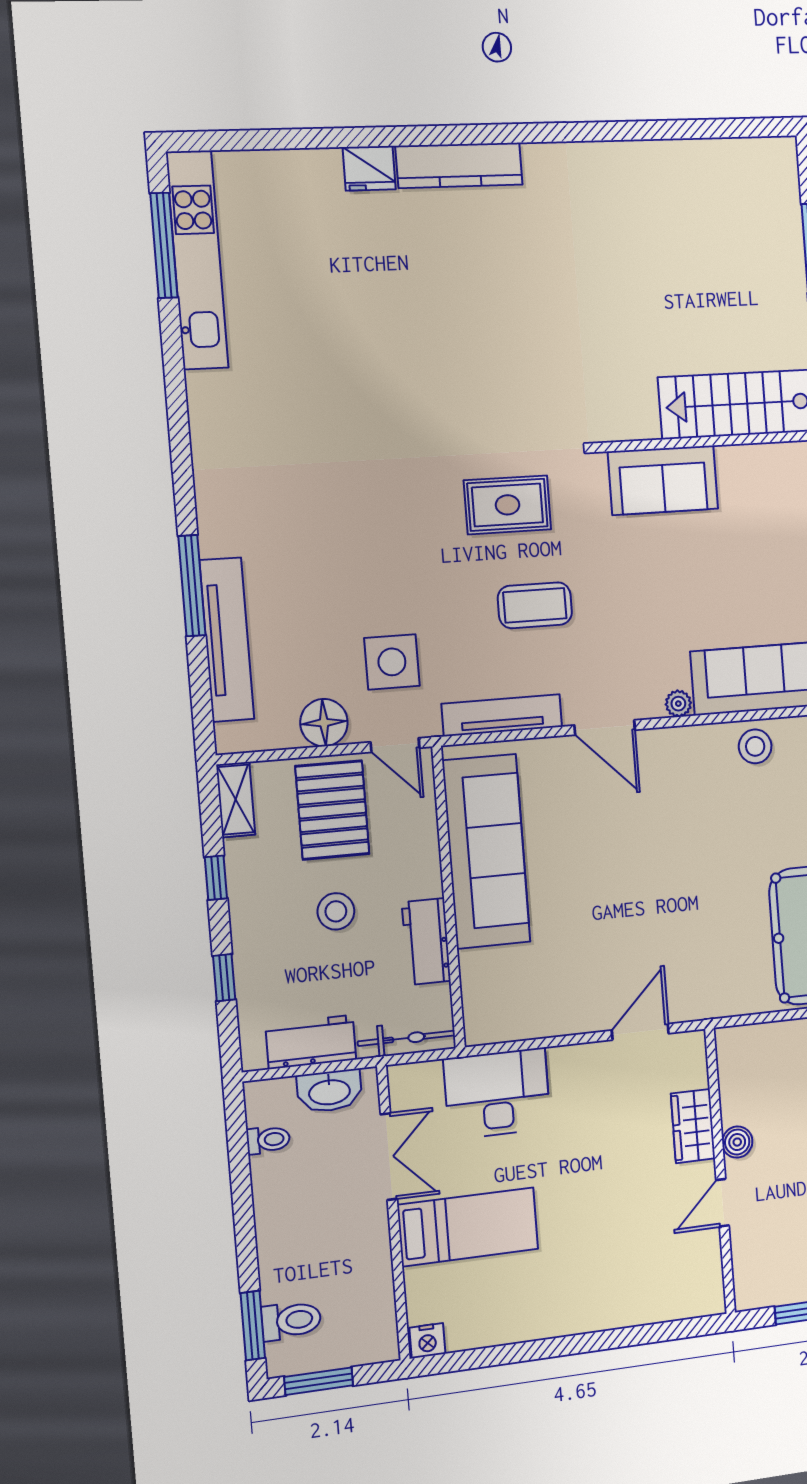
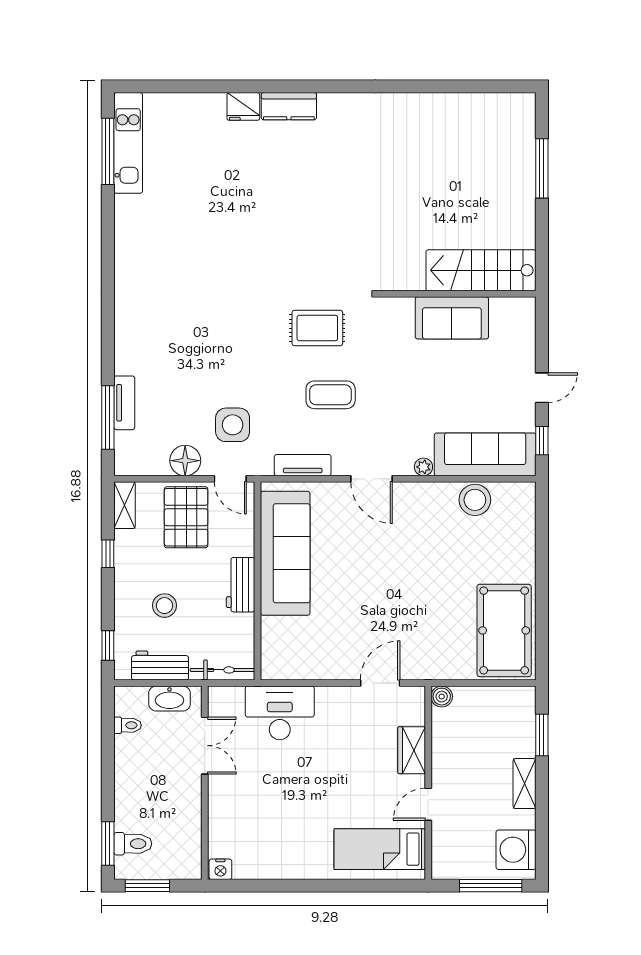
kitchen counter: (459, 165) -> (289, 106), width x0.67
kitchen unit: (197, 260) -> (128, 143), width x0.73
sofa: (663, 480) -> (452, 318), moved
window: (192, 586) -> (108, 417), moved
tv unit: (227, 640) -> (124, 403), width x0.52, depth x0.78
tv unit: (502, 715) -> (303, 465), width x0.71
stool: (755, 746) -> (475, 500), width x1.38, depth x1.38
stool: (336, 911) -> (164, 606), moved
workbench: (426, 942) -> (241, 585), moved
window: (224, 978) -> (108, 645), moved
boiler: (737, 1142) -> (442, 697), moved
bed: (468, 1227) -> (380, 849), moved, turned 180

